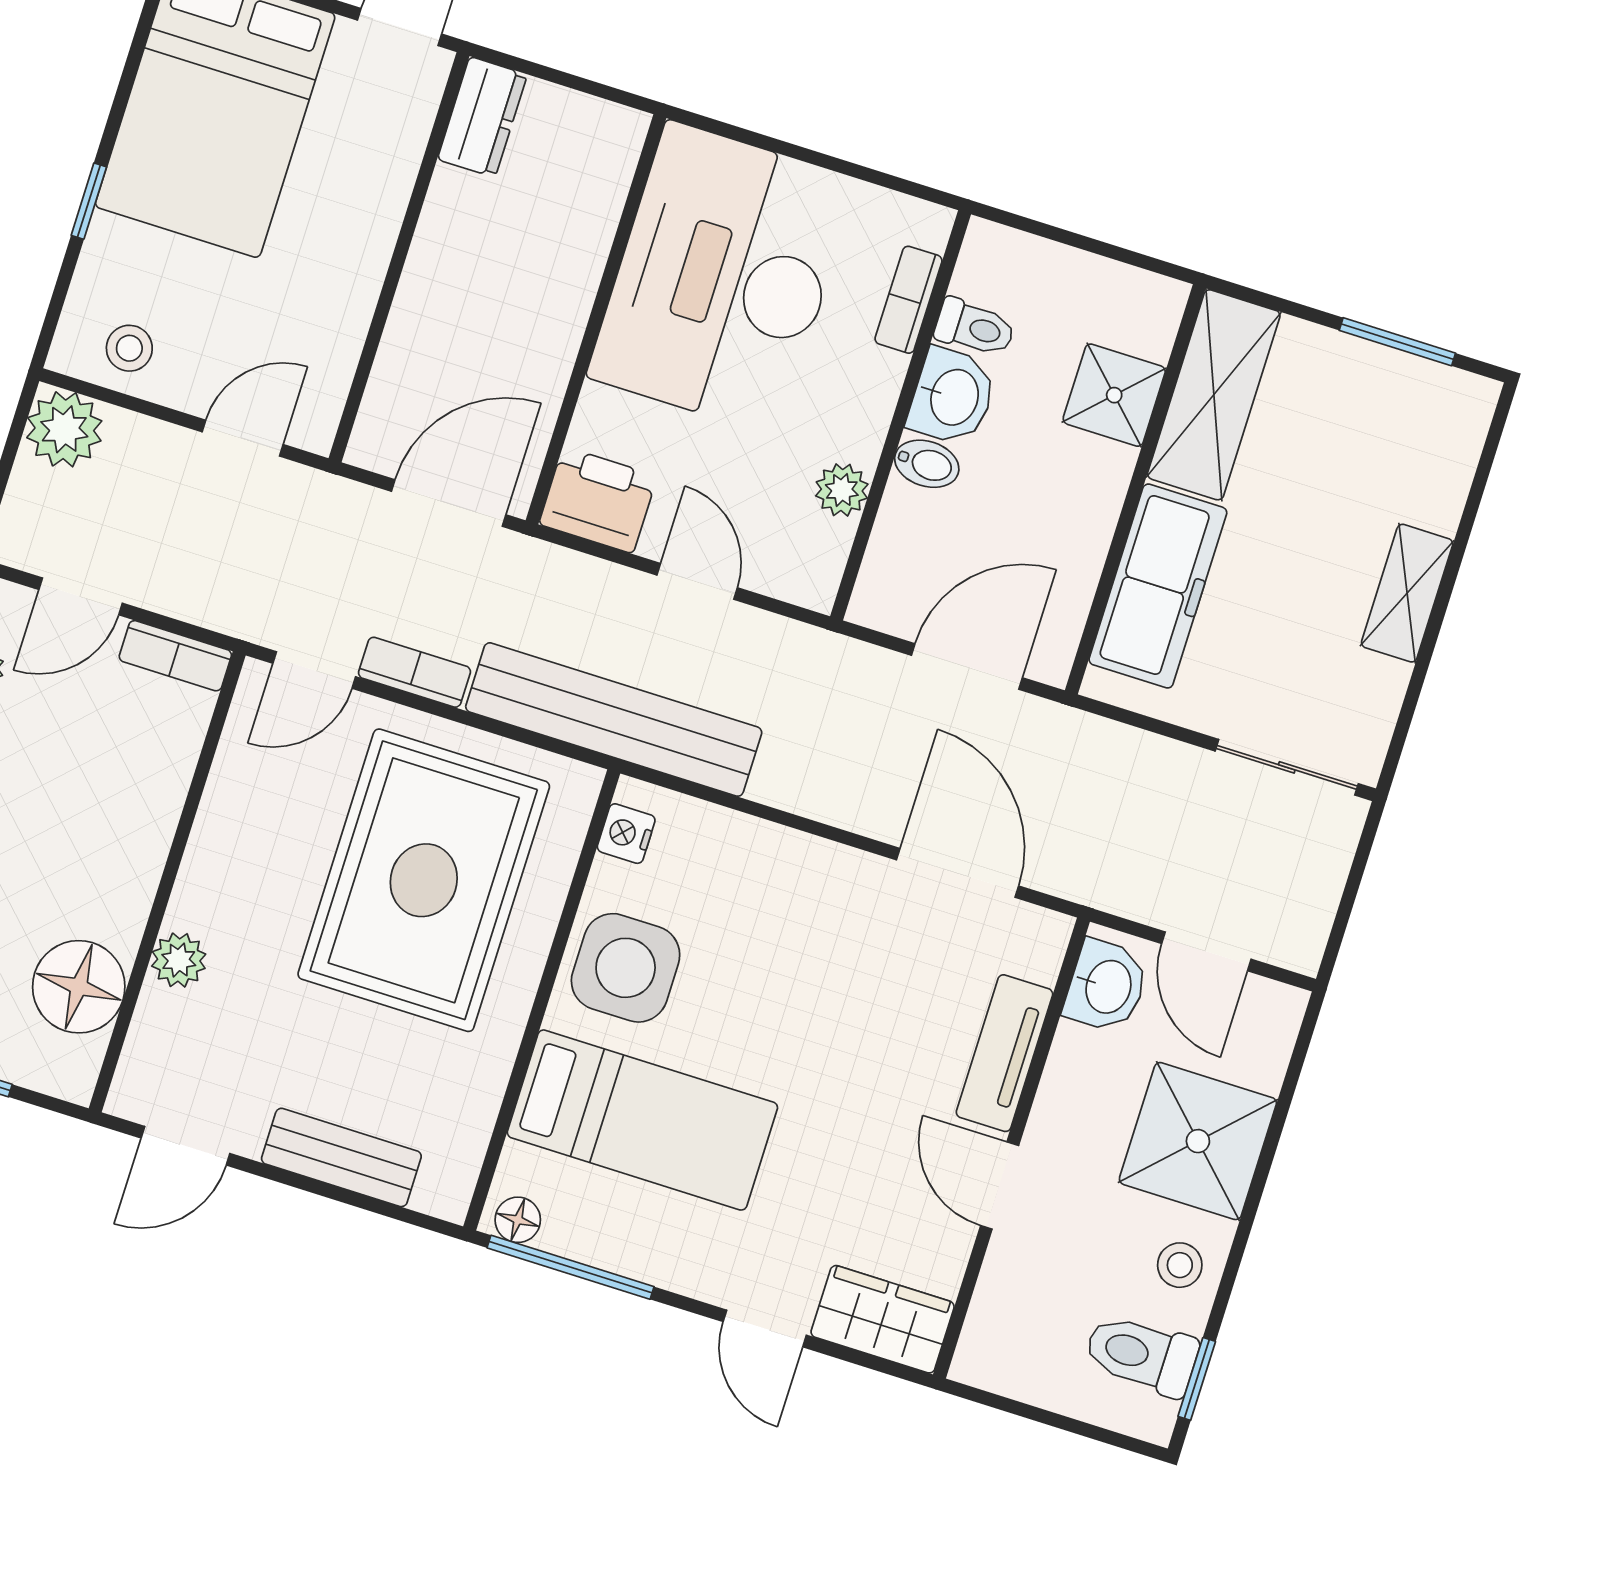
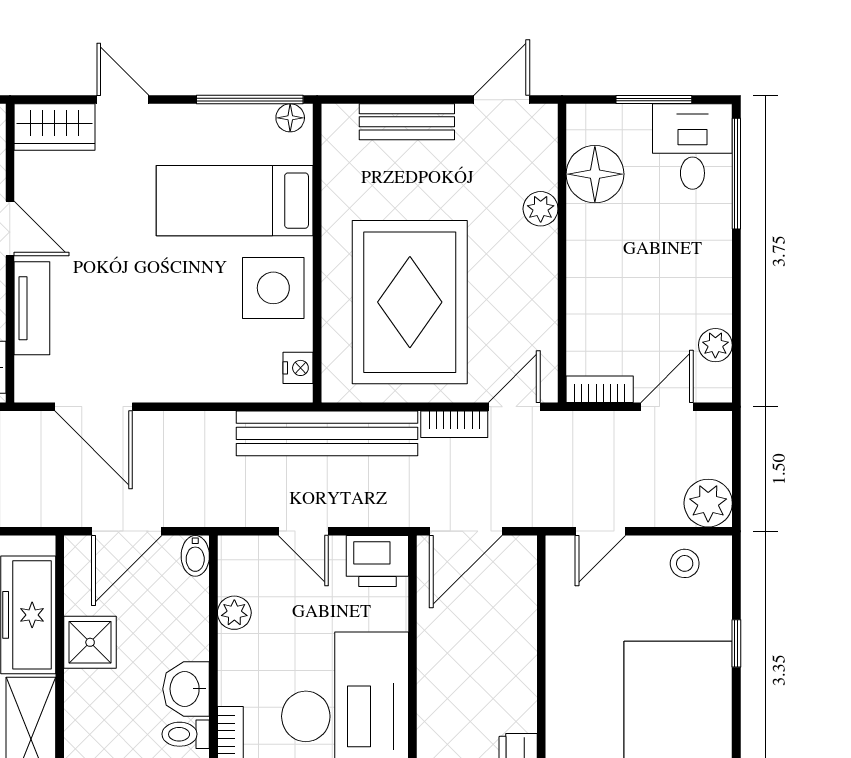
shower: (1114, 395) -> (90, 642), moved
bidet: (927, 464) -> (195, 556), moved, turned -90

